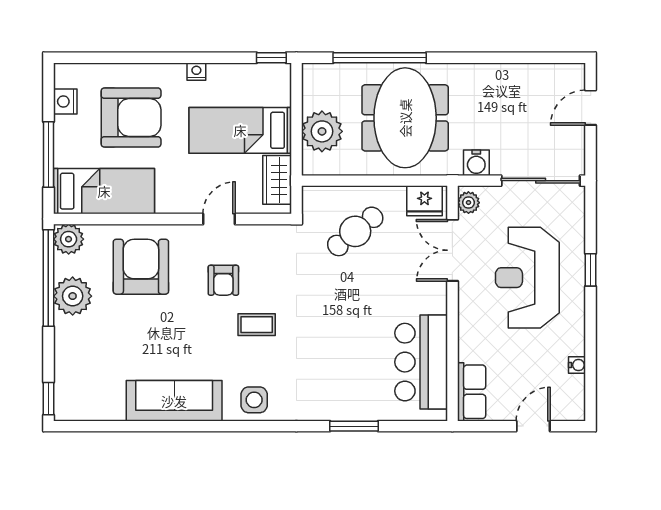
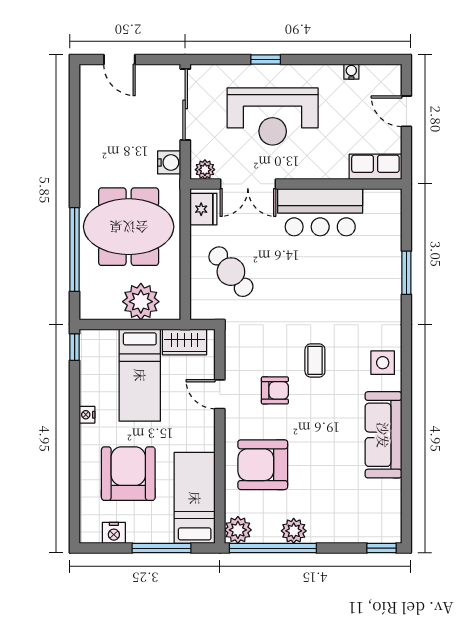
plant: (73, 296) -> (294, 531), width x0.73, depth x0.73
bar counter: (421, 362) -> (320, 212), moved

